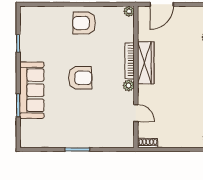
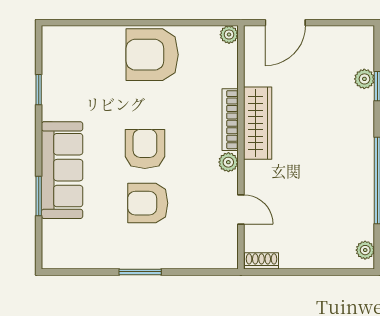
armchair: (84, 23) -> (152, 55), width x1.36, depth x1.36
armchair: (80, 78) -> (145, 149), turned -90
armchair: (82, 109) -> (148, 203), added

